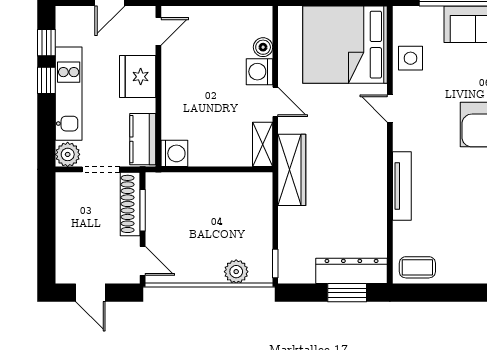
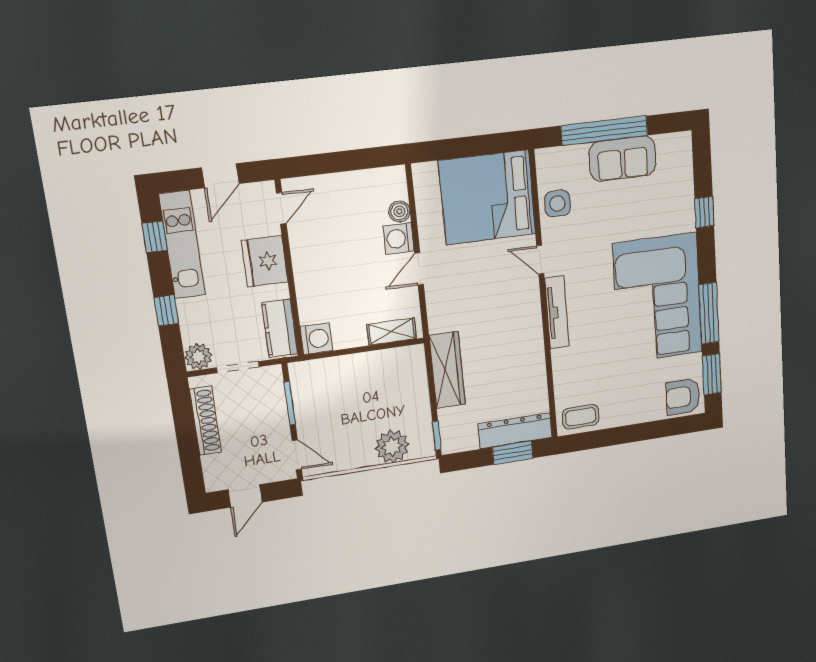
window: (46, 80) -> (166, 310), moved
kitchen unit: (69, 94) -> (182, 245), moved
door: (275, 102) -> (419, 269), swing flipped
shelving: (263, 144) -> (392, 332), moved, turned 90
wardrobe: (292, 170) -> (447, 370), moved
tv unit: (402, 186) -> (557, 312), moved
shoe rack: (130, 204) -> (205, 421), moved, turned 180
plant: (236, 272) -> (392, 447), width x1.36, depth x1.36
door: (90, 293) -> (245, 496), hinge flipped

